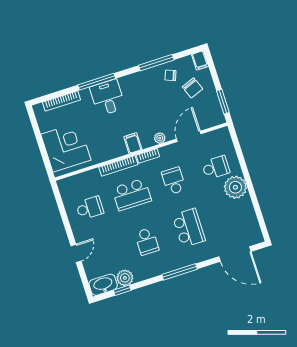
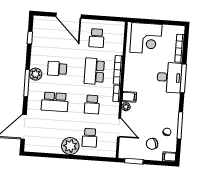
desk: (108, 98) -> (169, 77), width x1.37
filing cabinet: (133, 143) -> (129, 97), moved
school desk: (174, 181) -> (92, 104), turned 90
door: (76, 253) -> (69, 16), width x1.87
plant: (125, 278) -> (36, 74), moved
washbasin: (103, 285) -> (39, 26), removed

